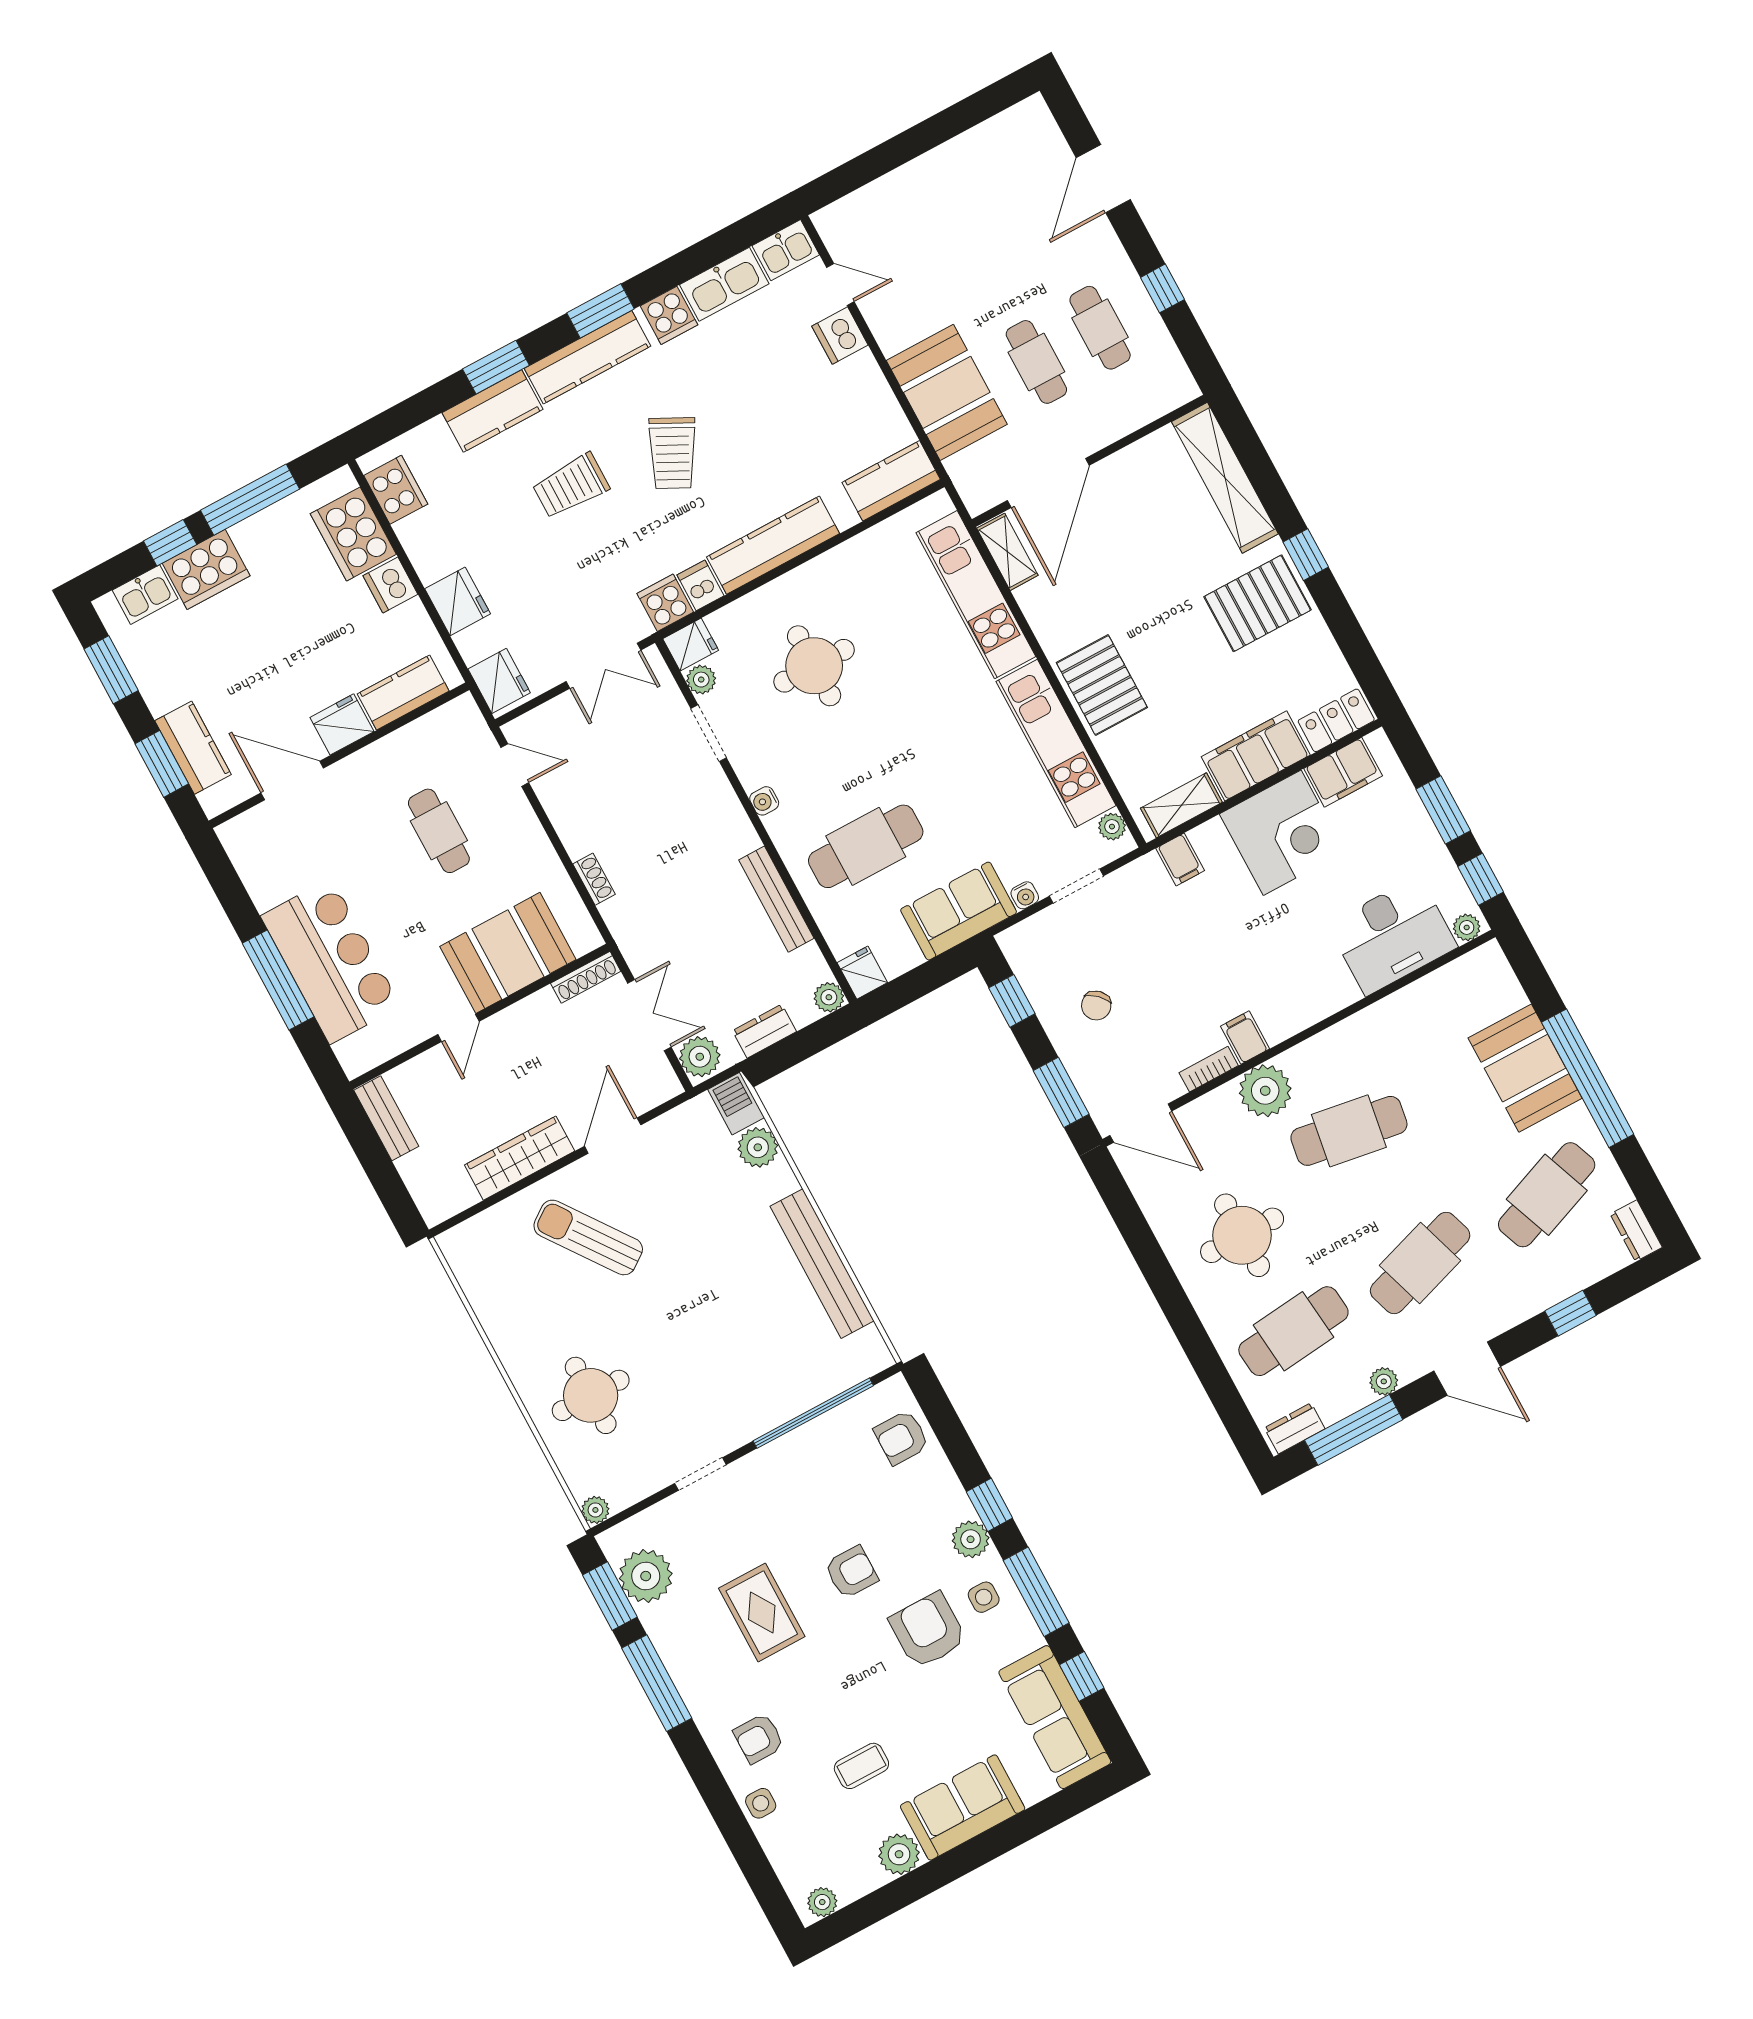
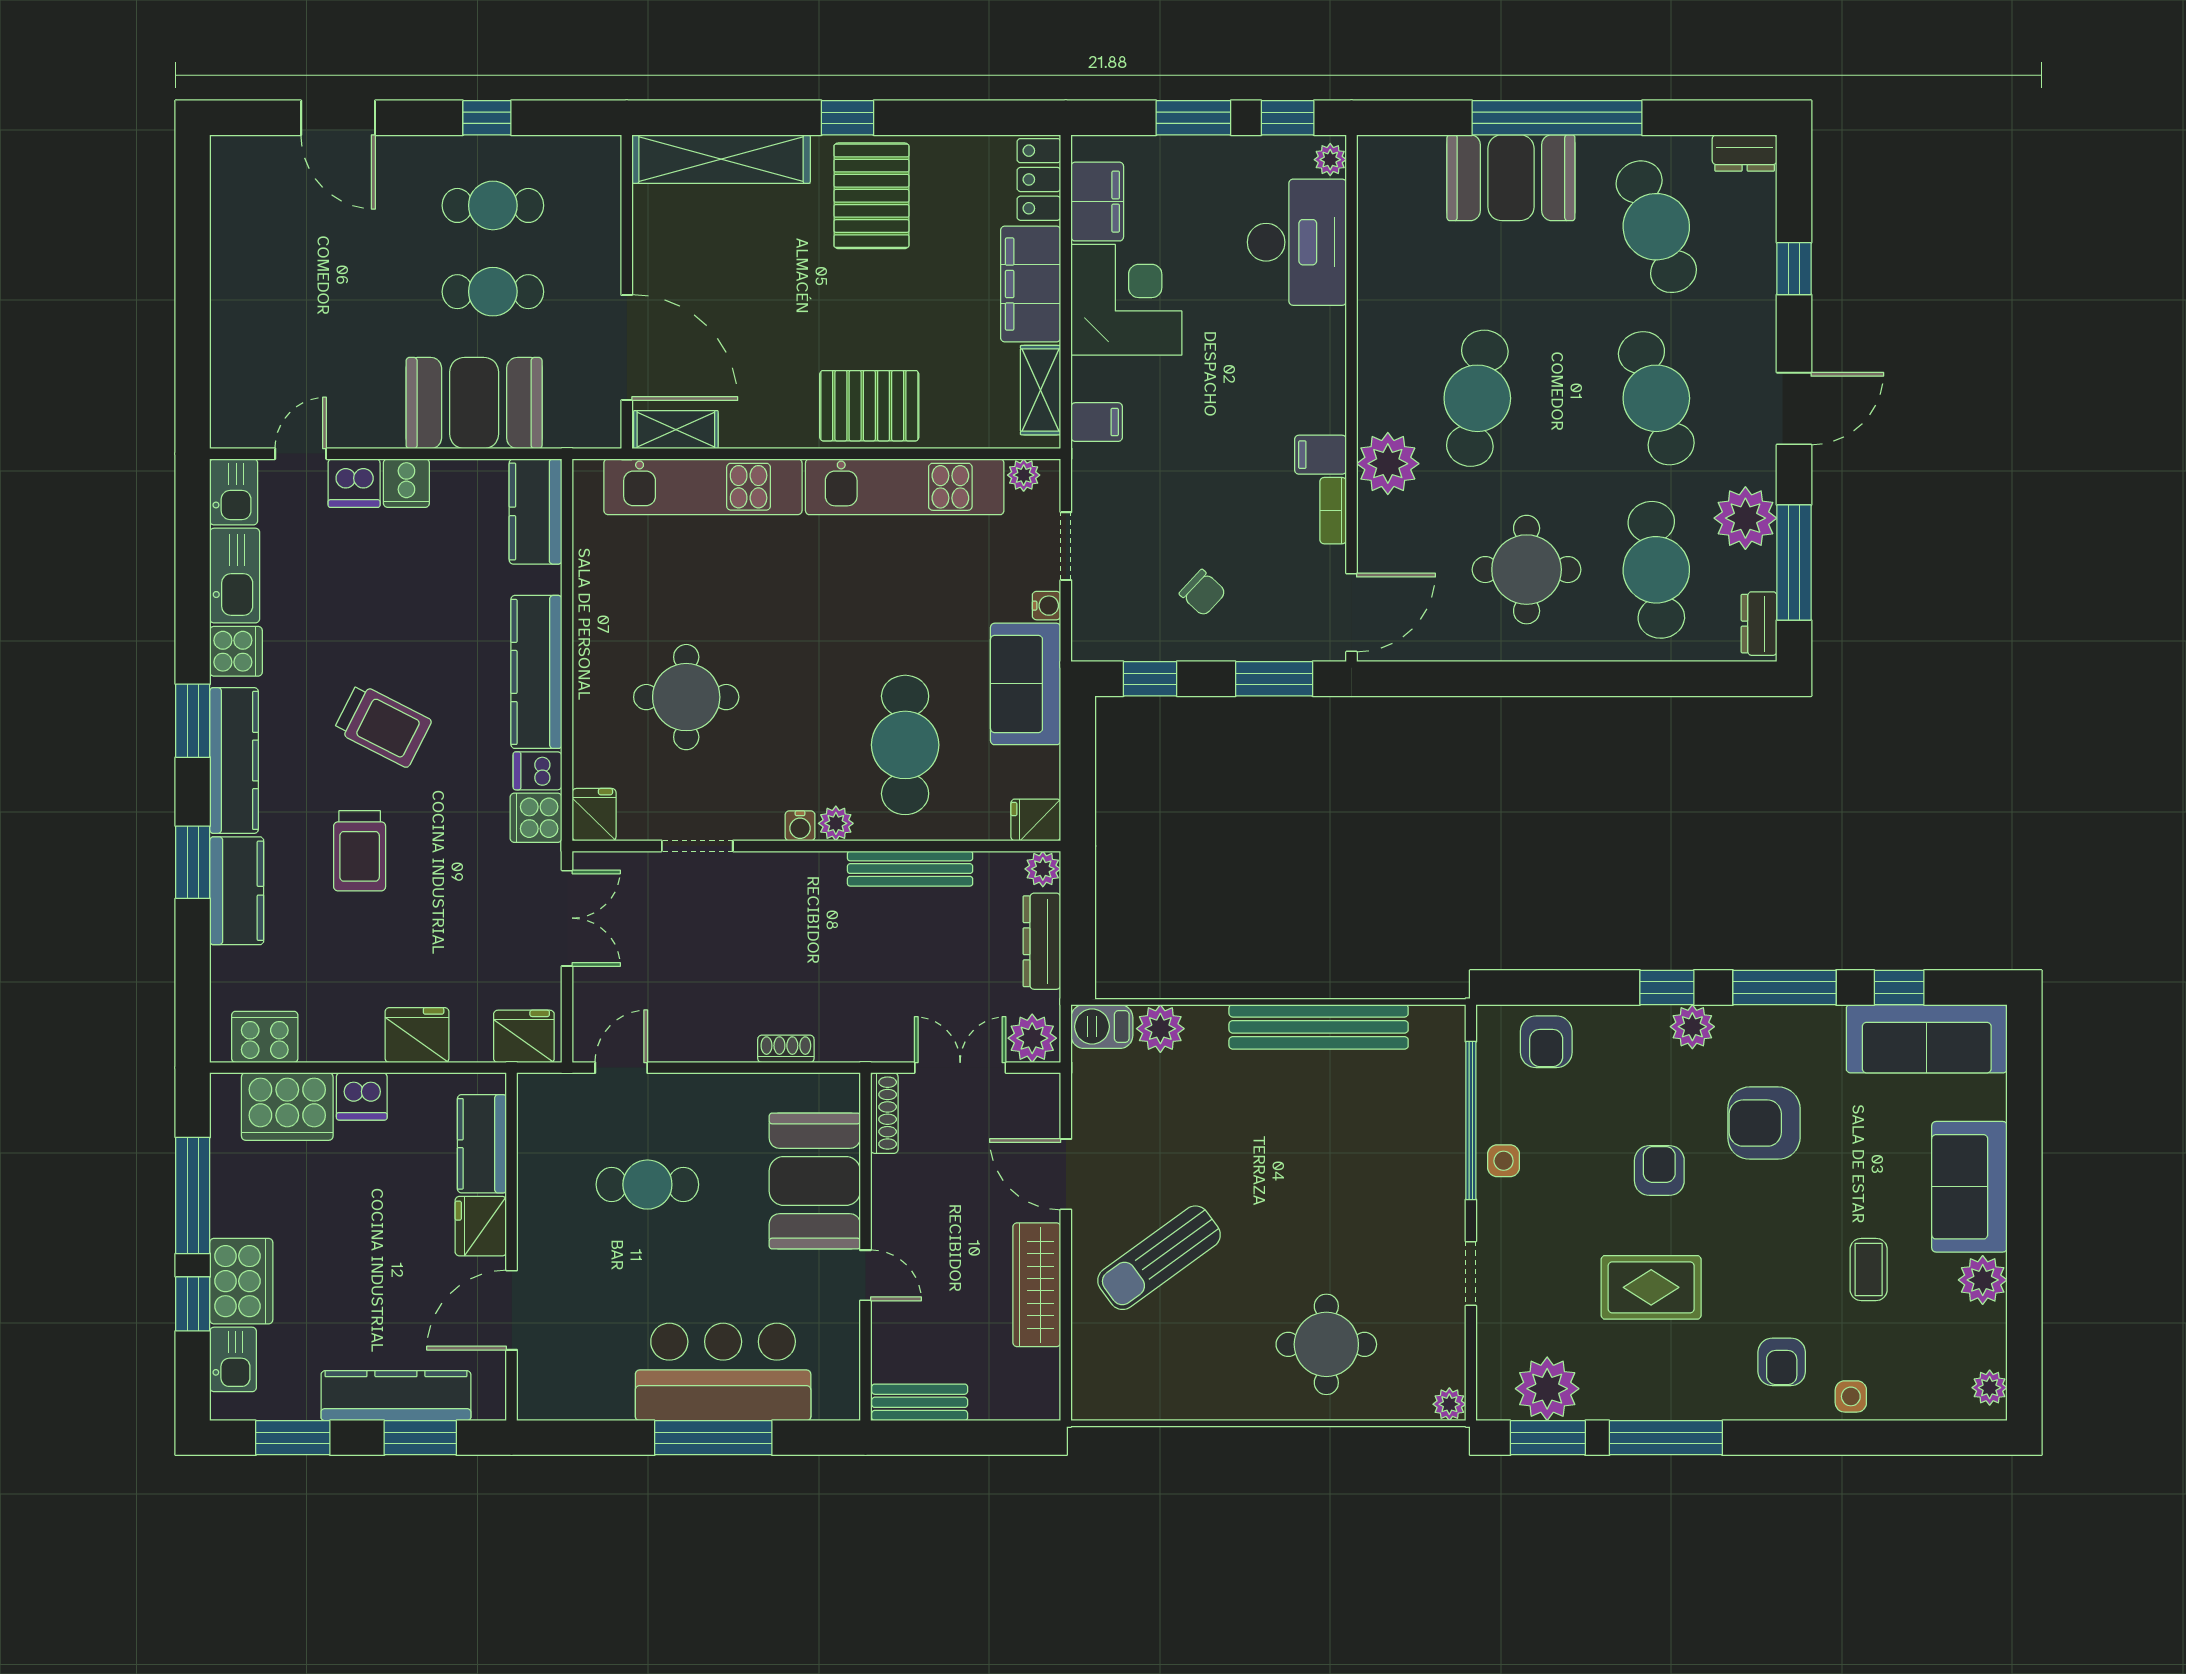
cooker: (861, 374) -> (406, 483), added
plant: (701, 680) -> (836, 823), moved
kitchen counter: (193, 748) -> (396, 1396), width x1.50
dresser: (764, 1031) -> (1042, 941), width x1.44
plant: (1384, 1381) -> (1745, 518), width x1.88, depth x1.88
side table: (984, 1597) -> (1504, 1161), moved

